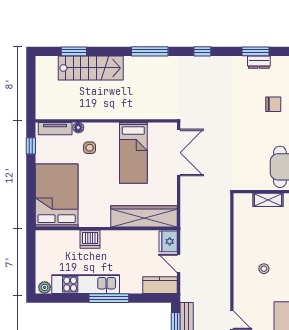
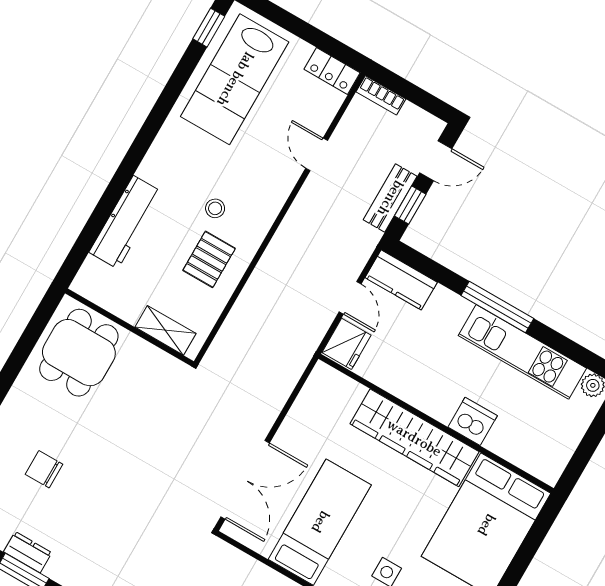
double door: (179, 153) -> (245, 480), swing flipped
shelving: (268, 200) -> (165, 330), moved
wardrobe: (144, 216) -> (414, 438), moved
pallet: (253, 244) -> (209, 259), added

